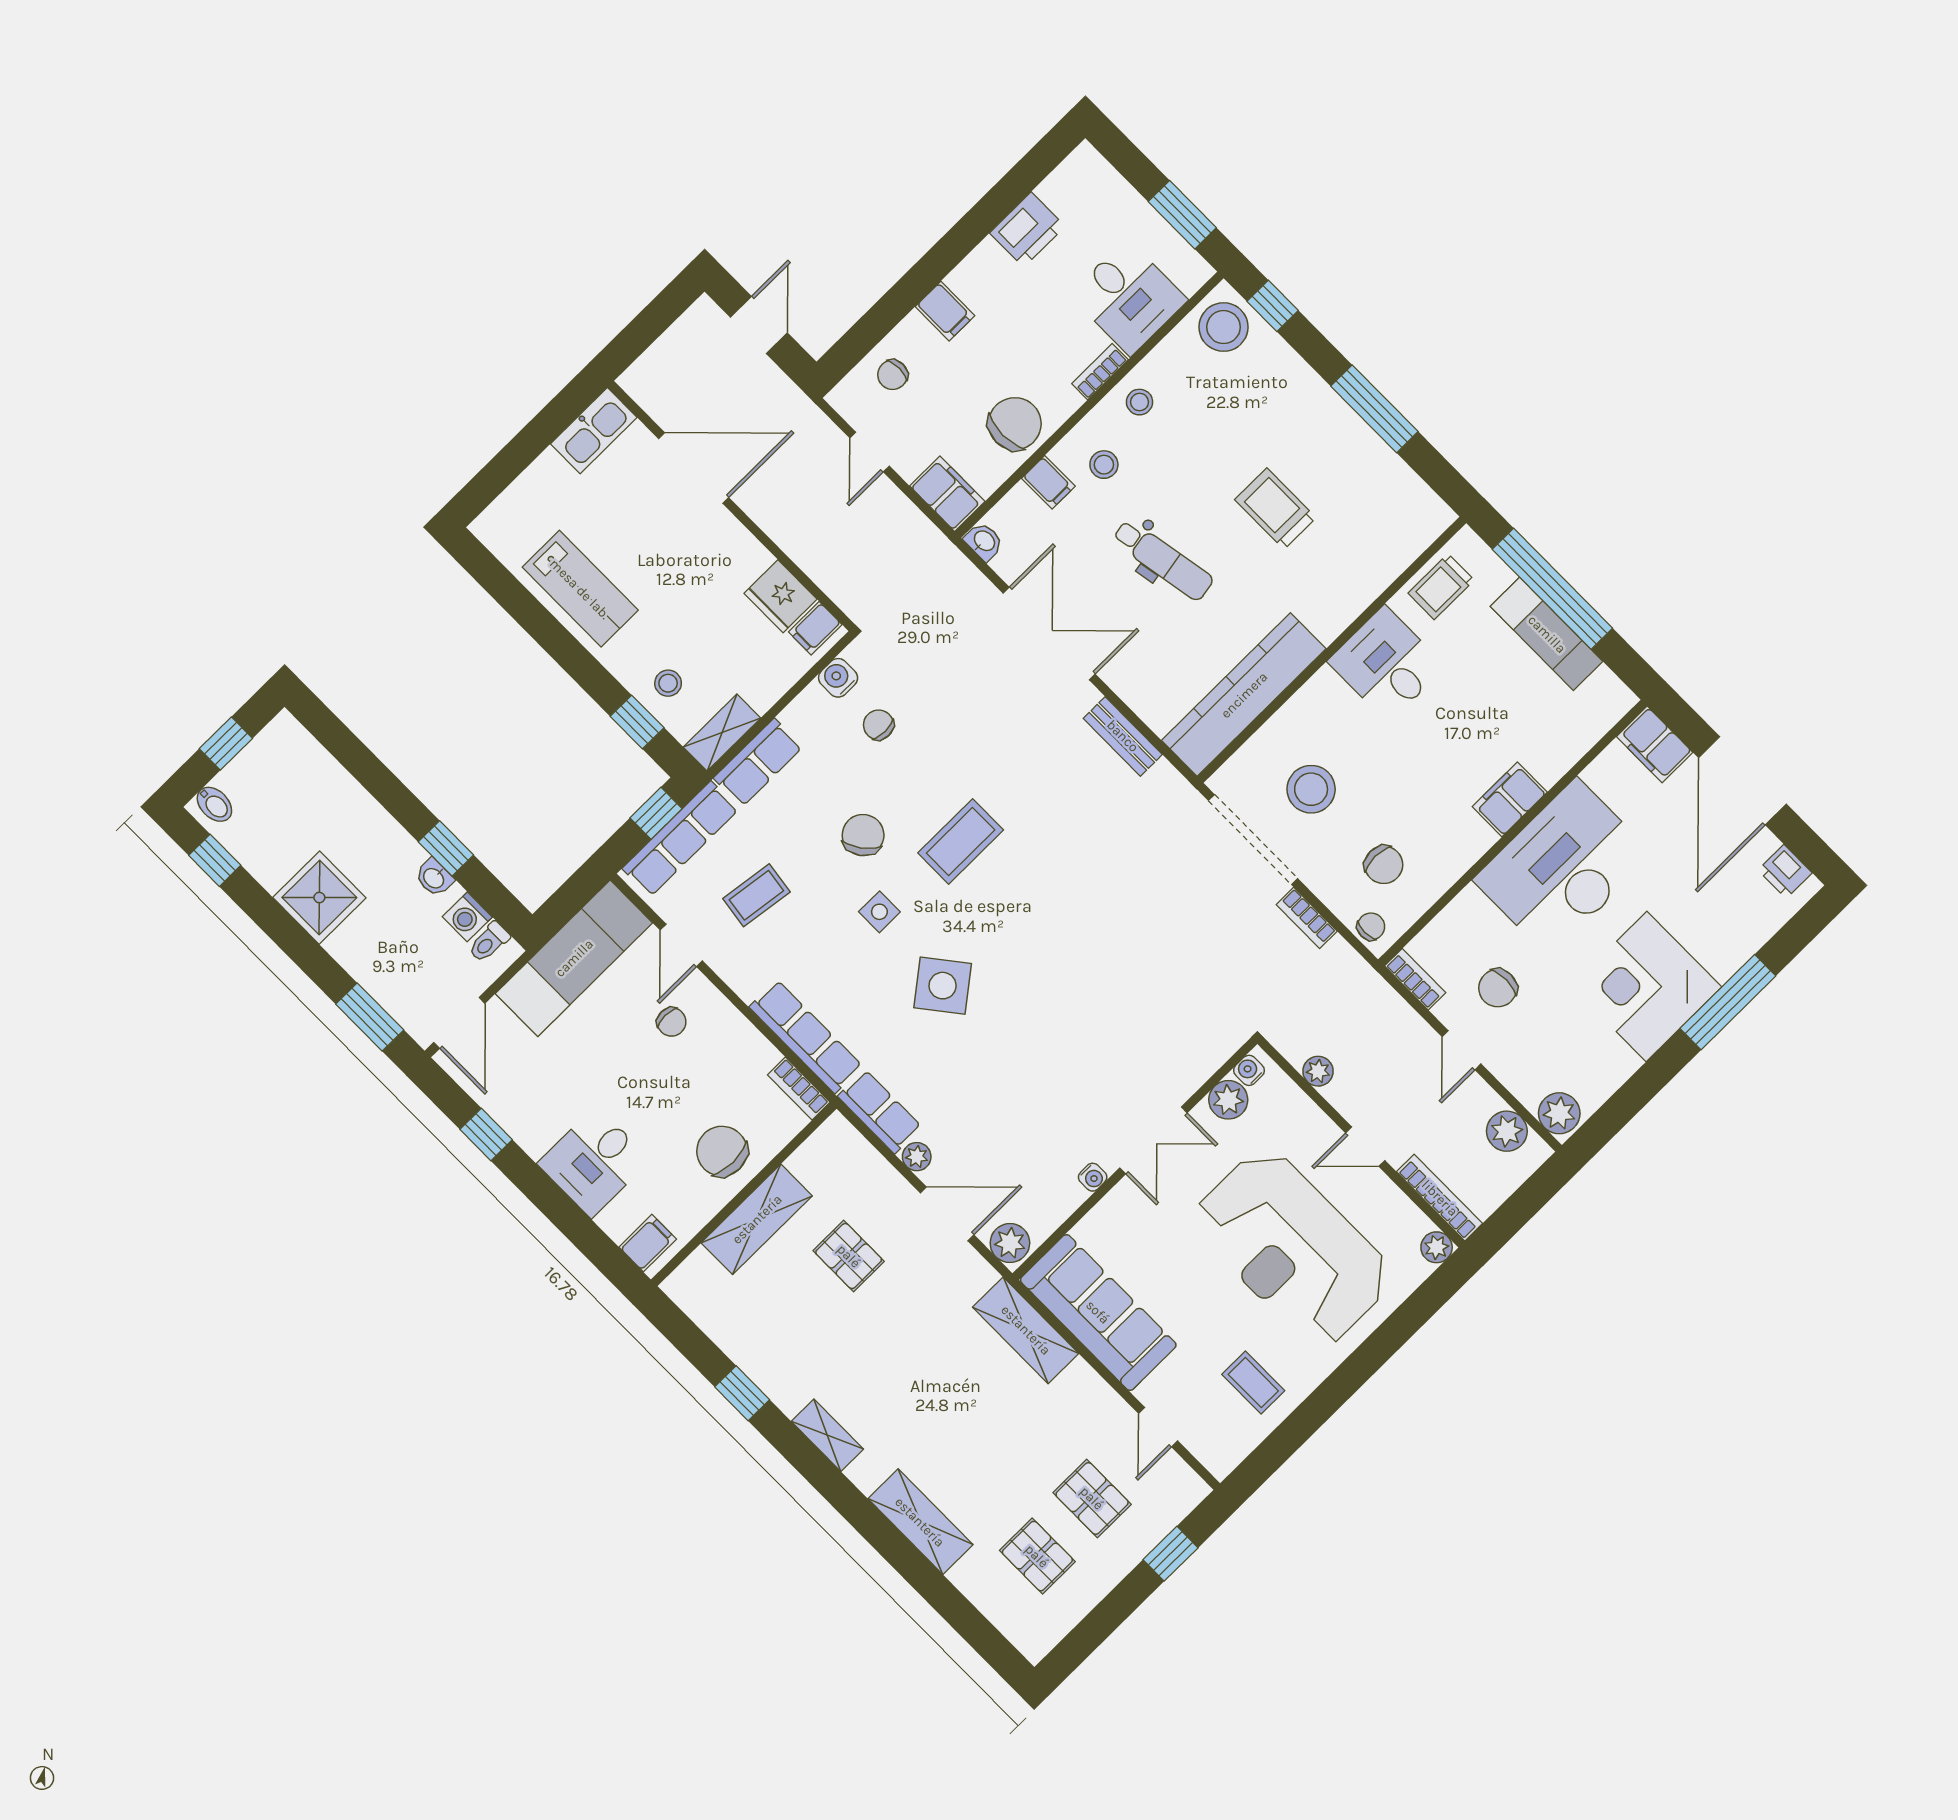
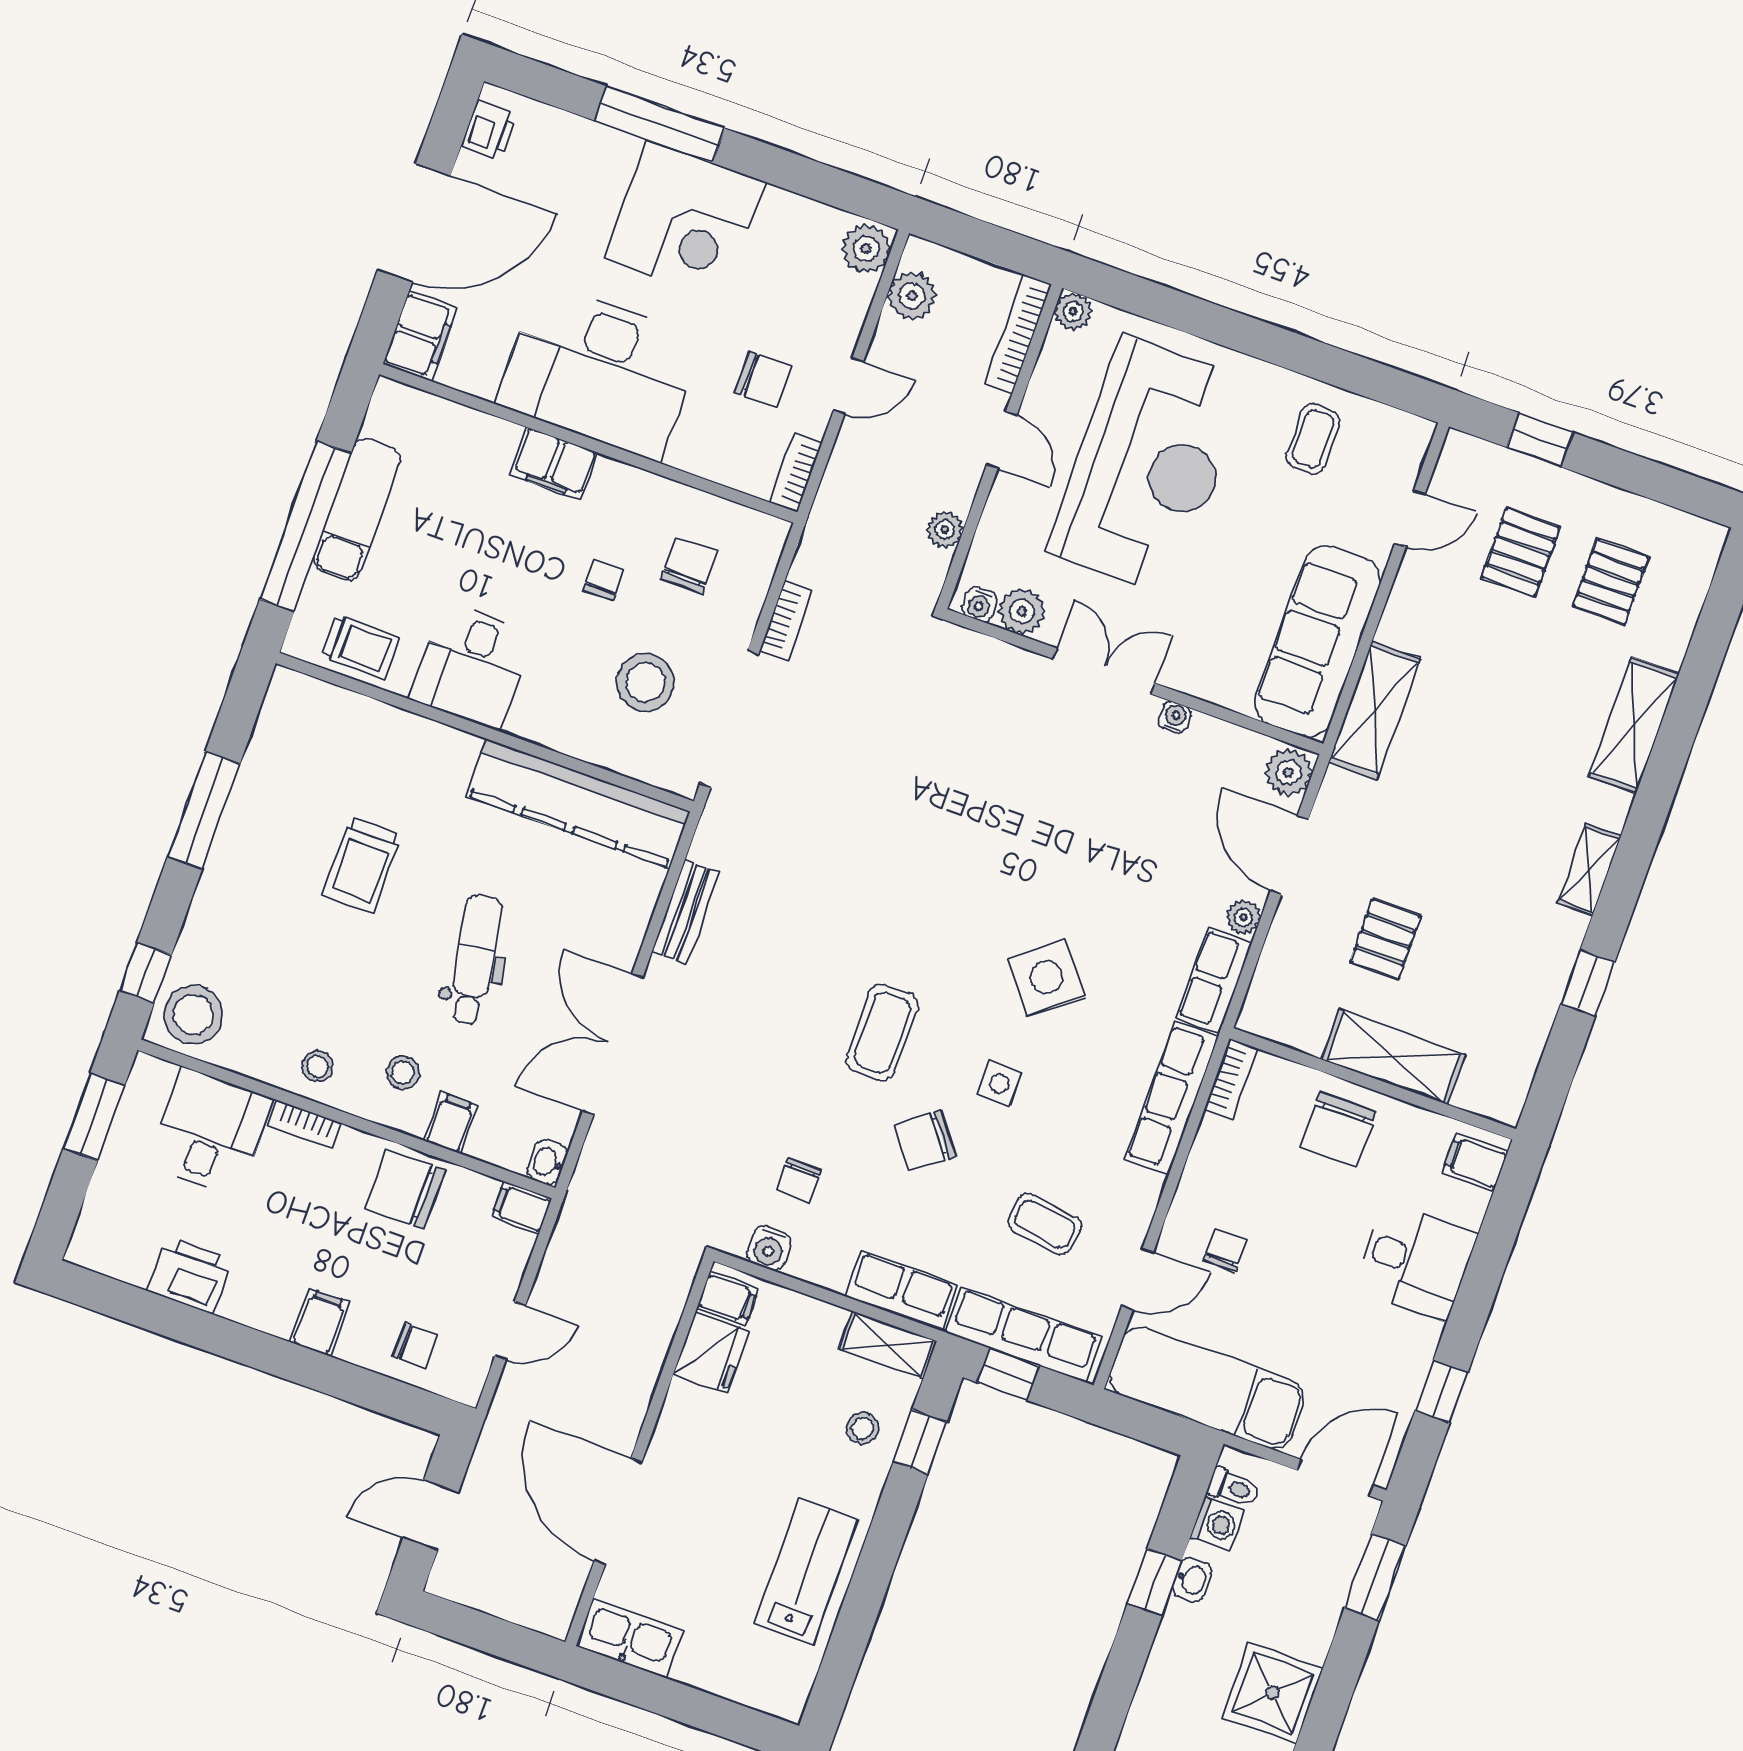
filing cabinet: (947, 494) -> (521, 1208), width x0.50
coffee table: (961, 841) -> (882, 1032), turned 90
chair: (1371, 927) -> (604, 580), moved, turned 90

